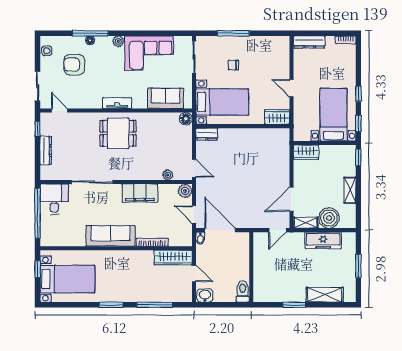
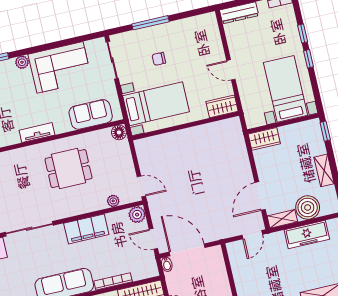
window: (358, 123) -> (303, 34), moved
dining table: (118, 133) -> (68, 169), moved
dresser: (207, 134) -> (147, 144), removed

